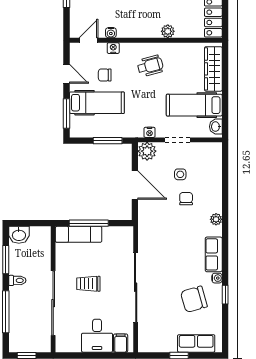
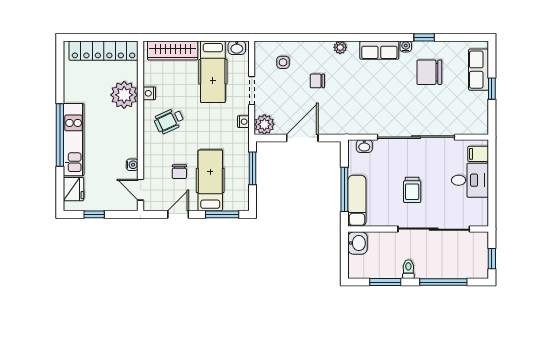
plant: (168, 31) -> (124, 95), width x1.88, depth x1.88
nightstand: (113, 48) -> (149, 93), moved
wheelchair: (150, 66) -> (169, 121), turned -100
side table: (180, 174) -> (283, 62), moved
washbasin: (19, 235) -> (358, 243), moved
washbasin: (128, 241) -> (364, 146), added
chair: (194, 299) -> (429, 72), turned 106

